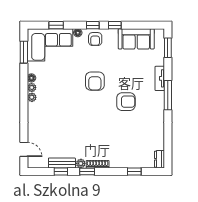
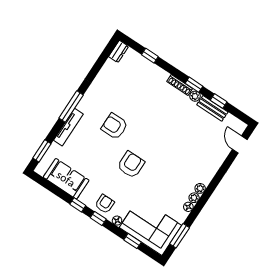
tv unit: (160, 78) -> (68, 127), width x1.41

